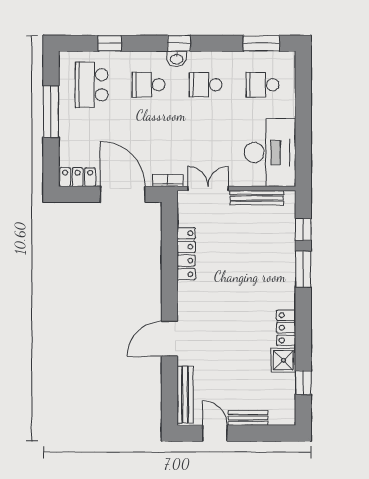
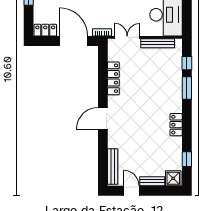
door: (169, 339) -> (103, 118), moved
shower: (283, 360) -> (173, 178), moved

